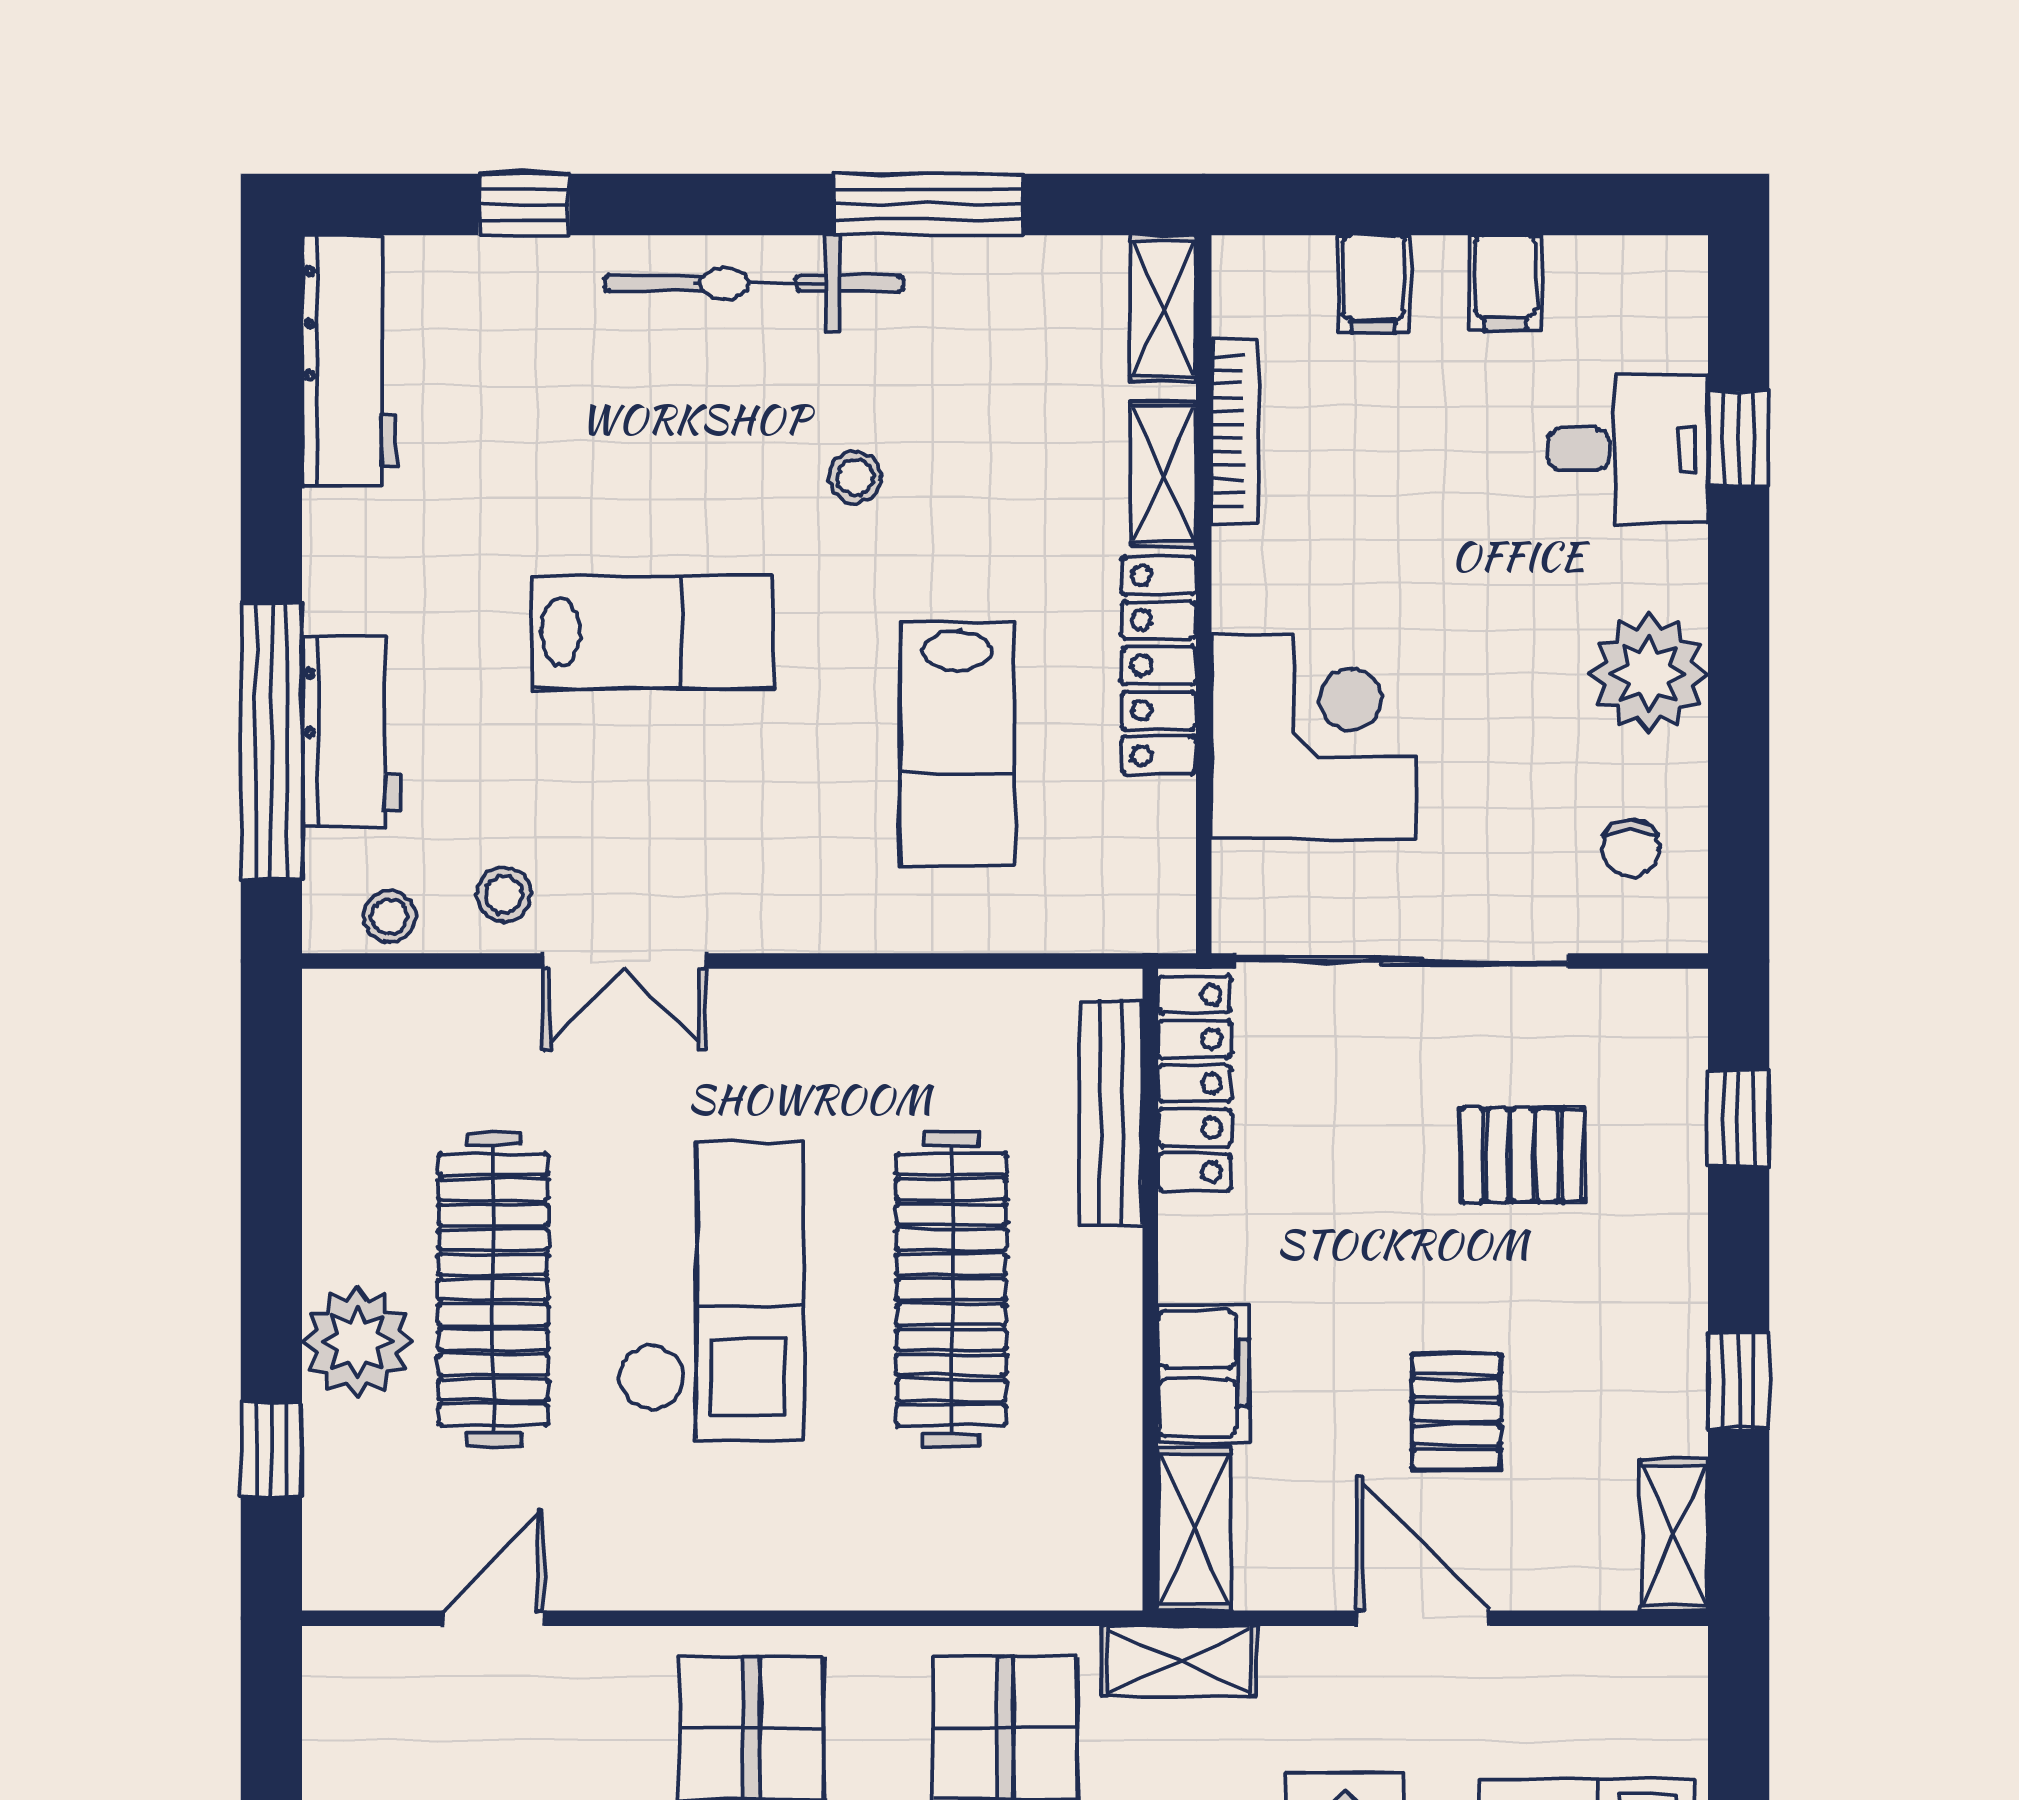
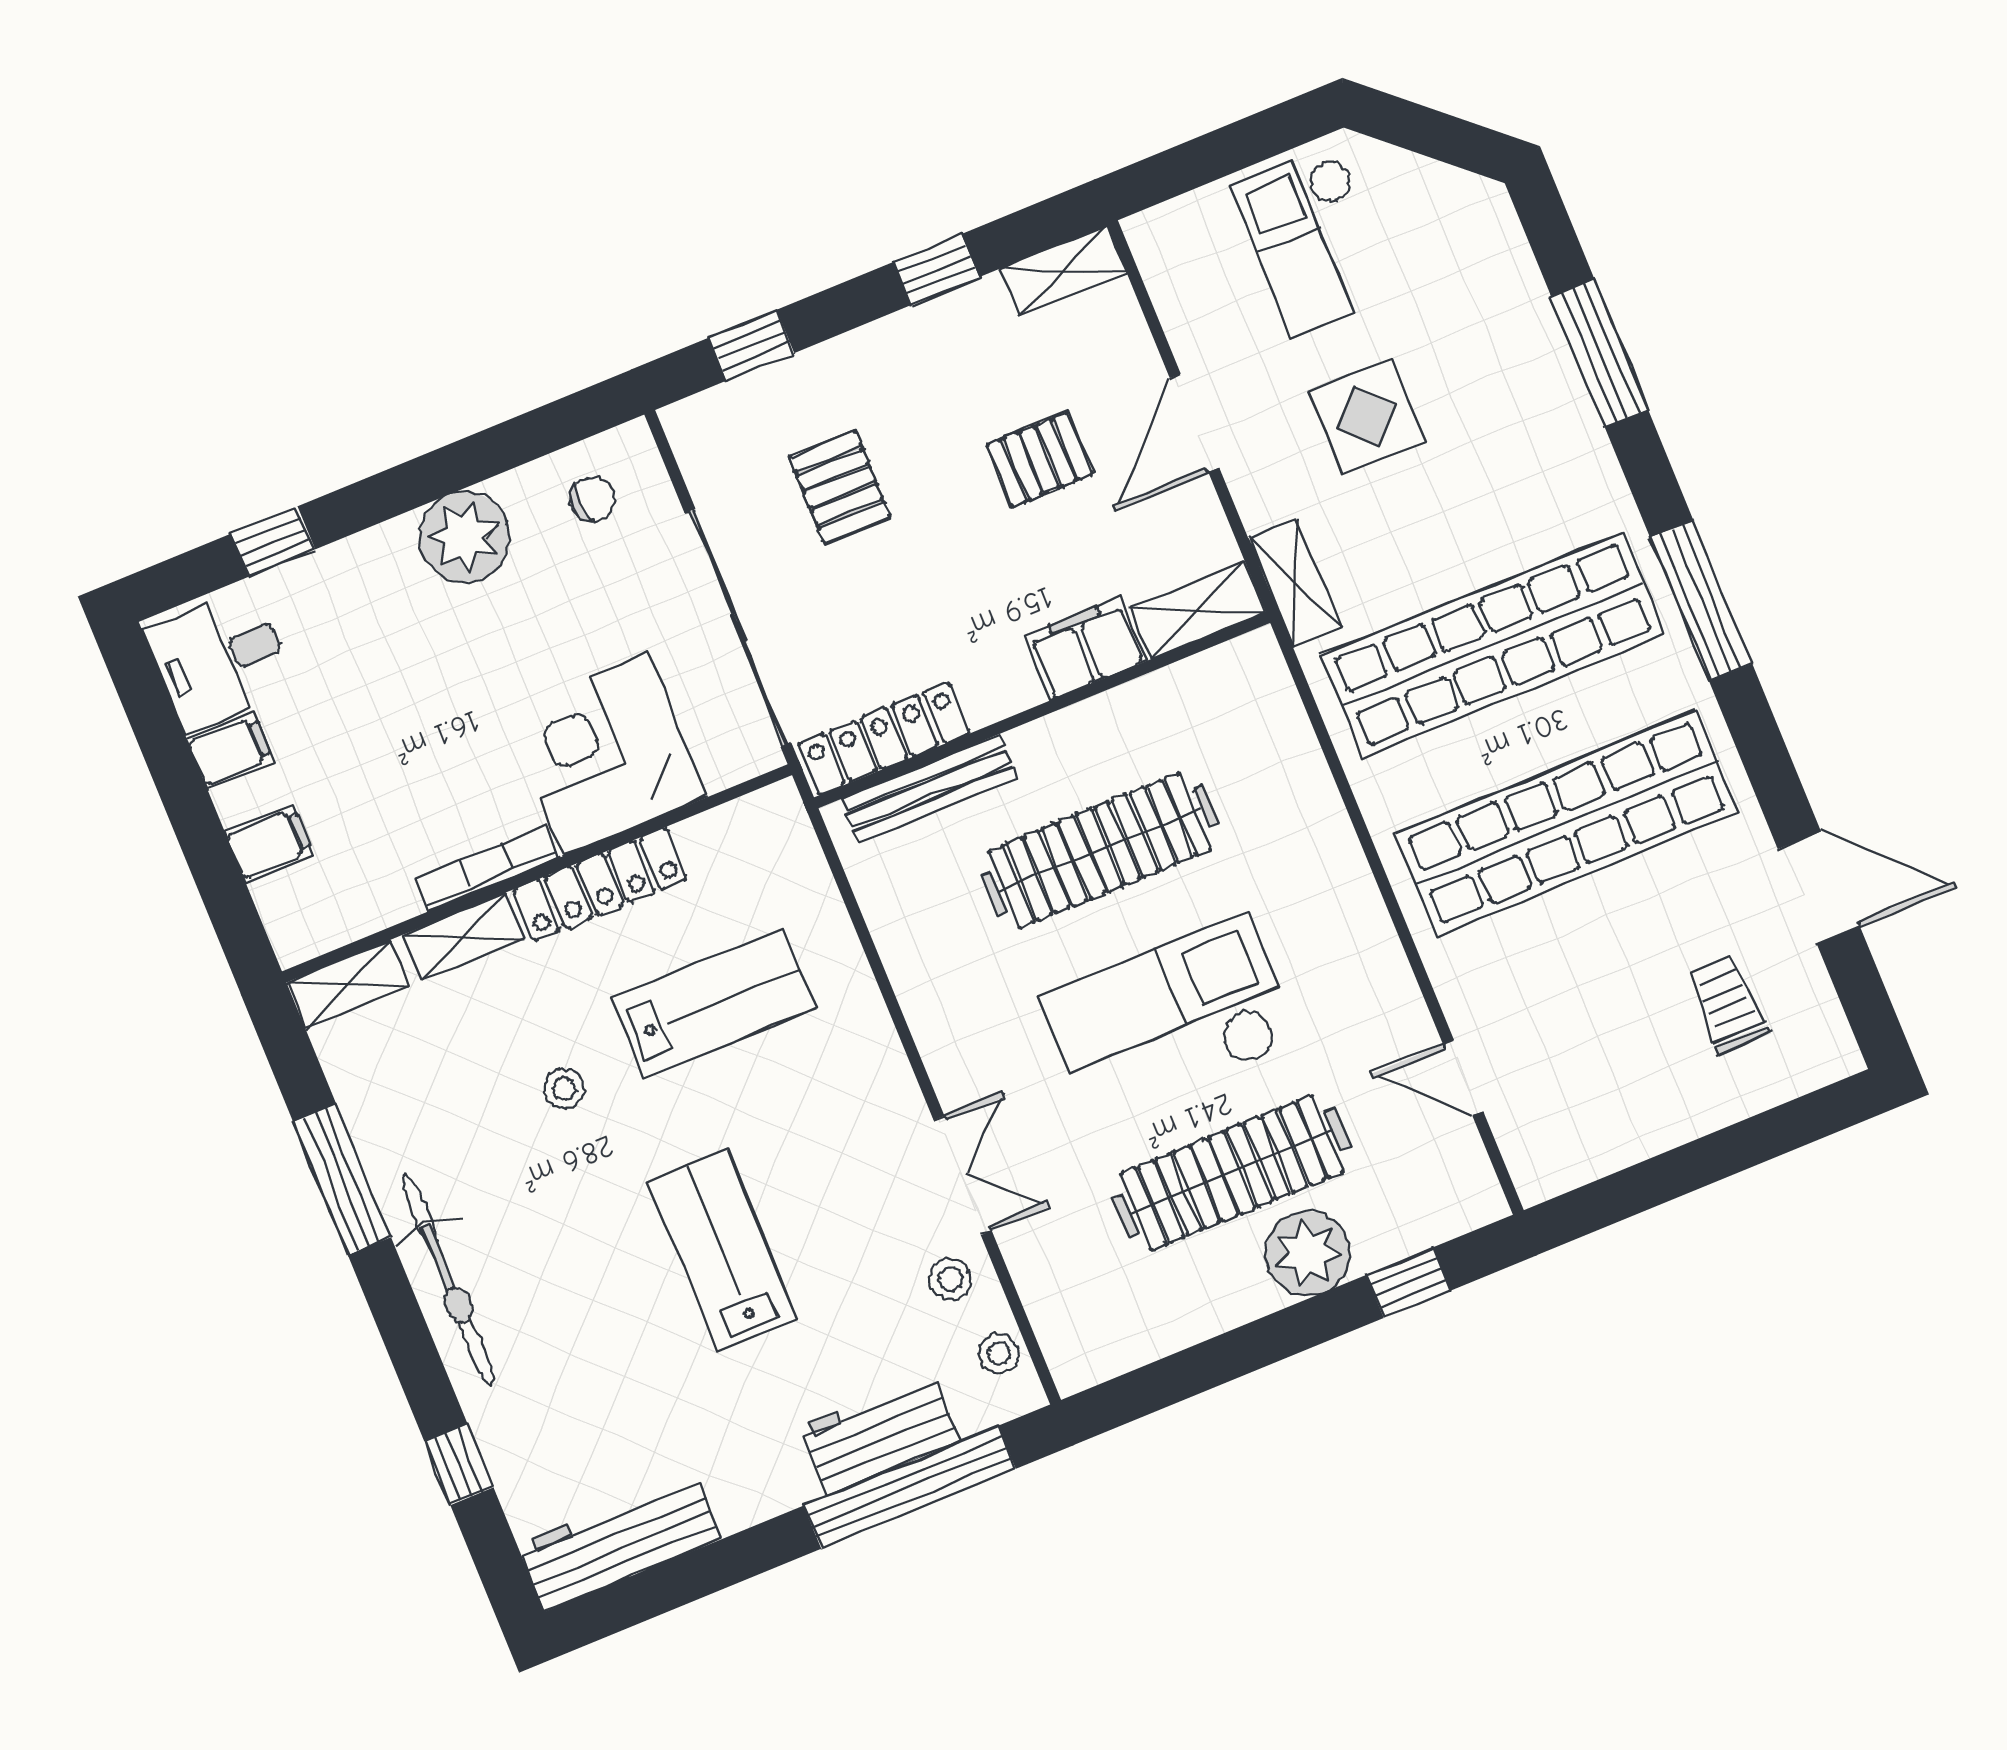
bookcase: (1235, 432) -> (487, 868), moved
desk: (1628, 449) -> (220, 660), moved, turned -90
stool: (855, 477) -> (564, 1088), moved

